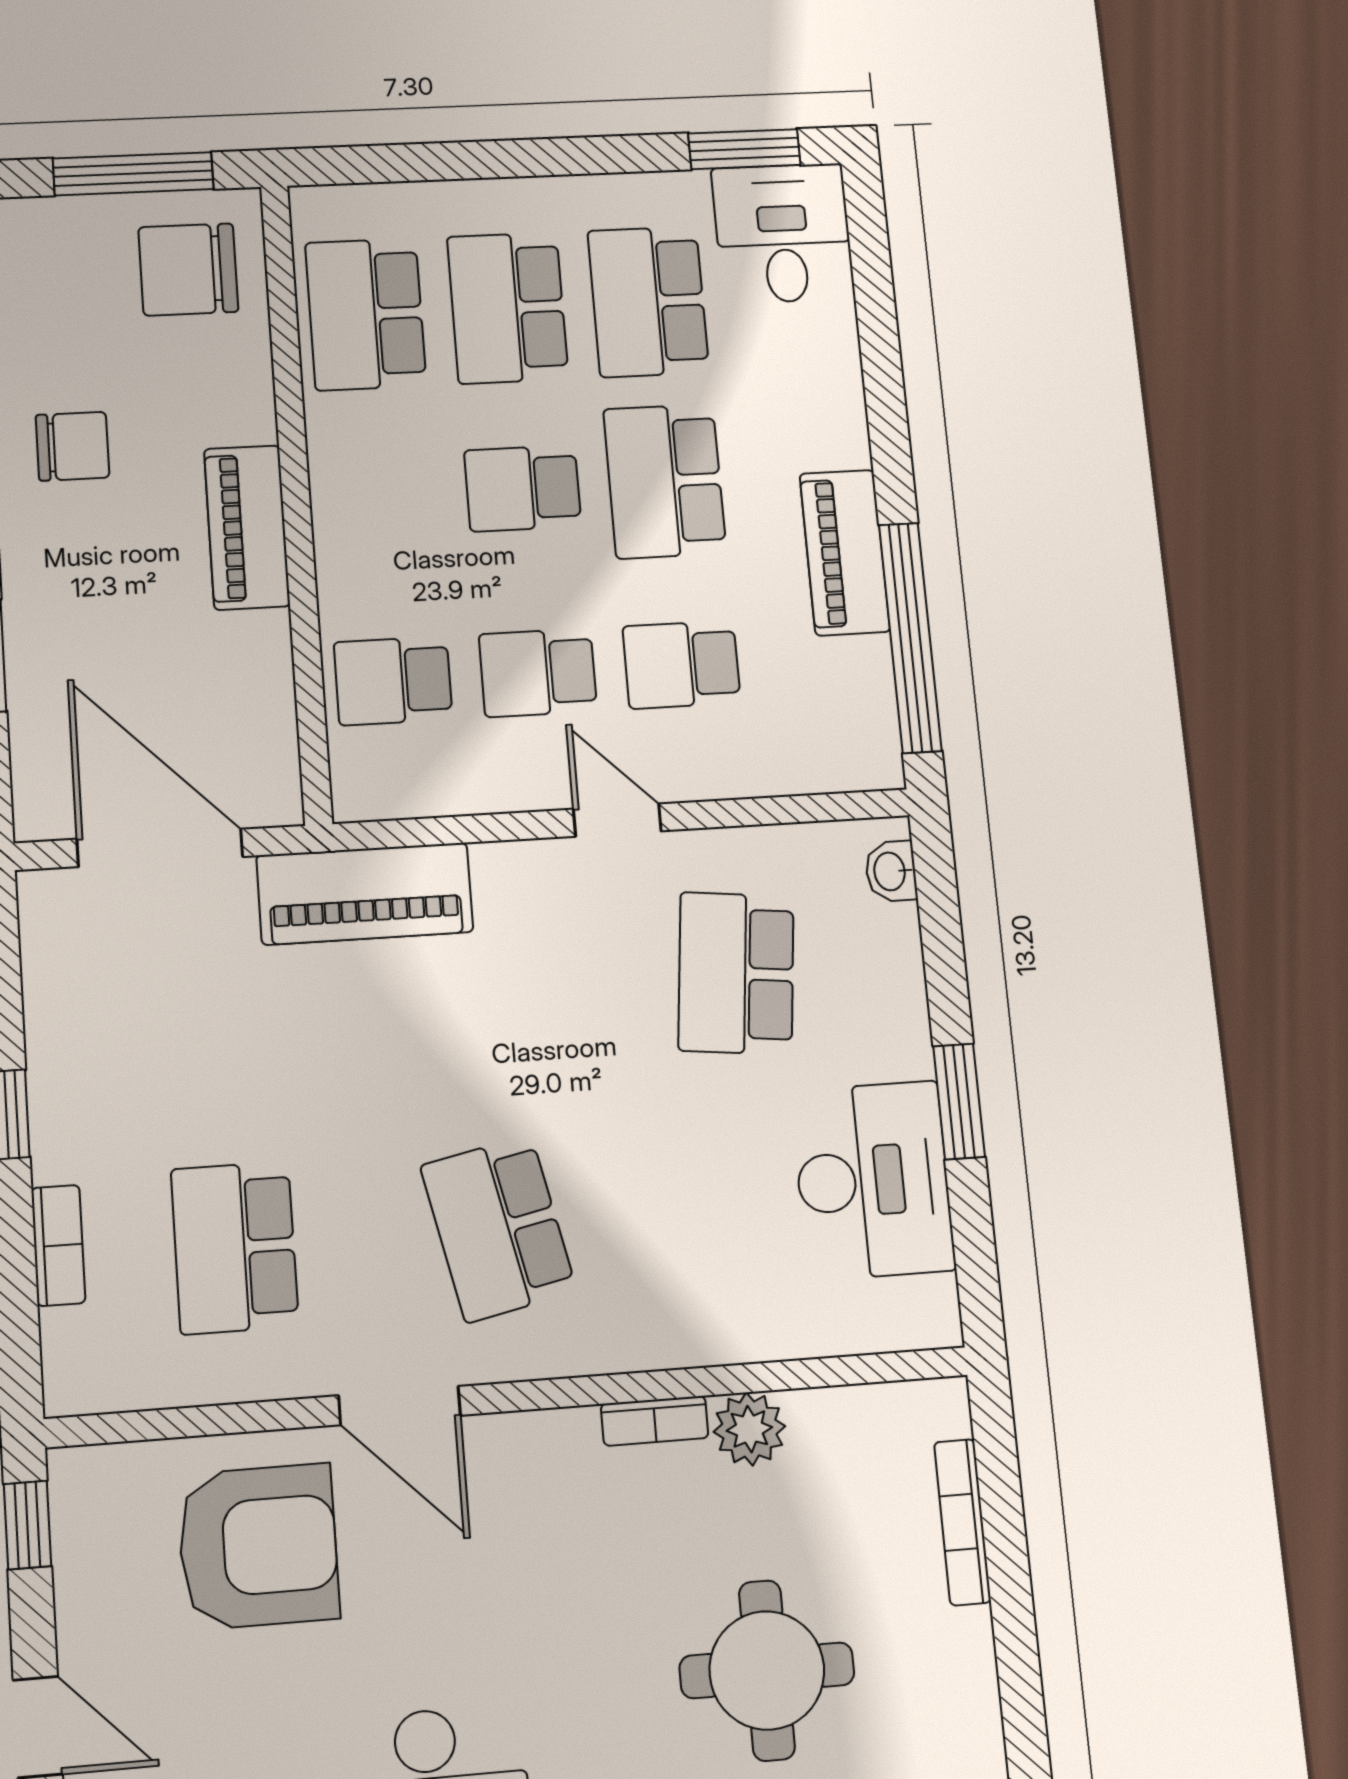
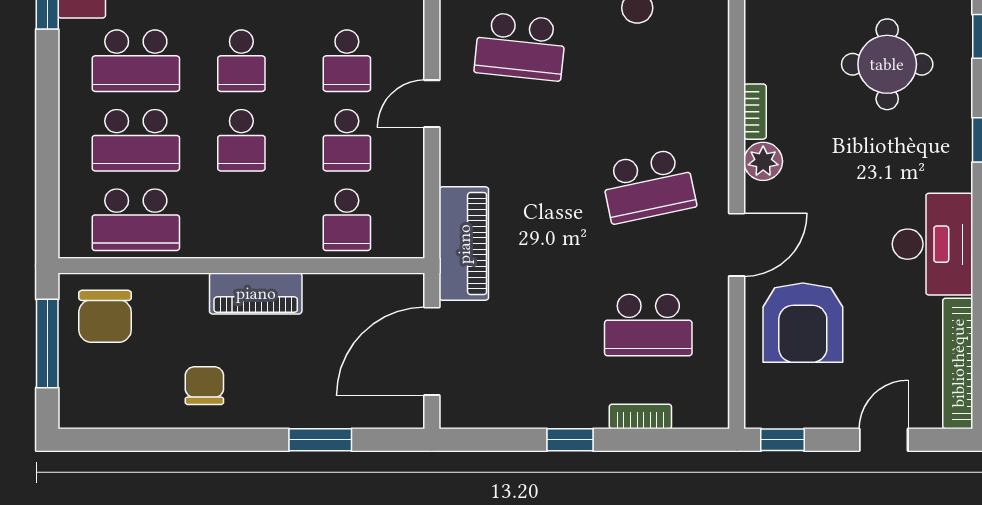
school desk: (665, 481) -> (241, 61), width x0.54
plant: (749, 1429) -> (763, 161), moved
armchair: (258, 1546) -> (803, 323), turned 180

